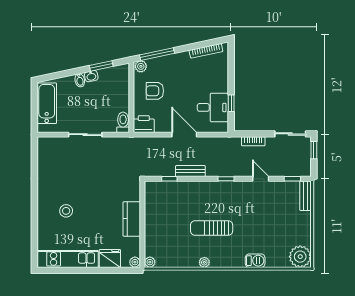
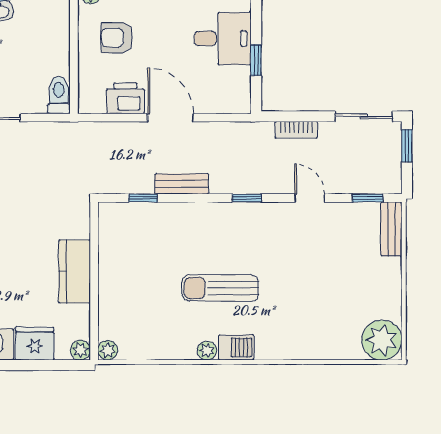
desk: (213, 107) -> (223, 39), moved
printer: (144, 124) -> (125, 98), moved
barbecue: (255, 261) -> (236, 347), moved

